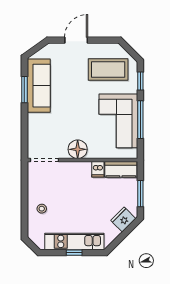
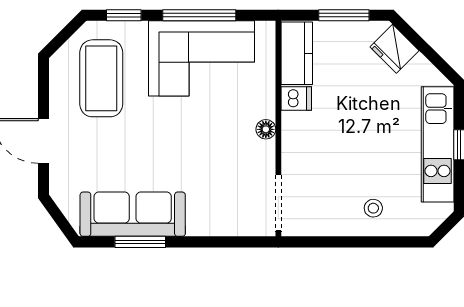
floor lamp: (78, 149) -> (266, 129), width x0.53, depth x0.53

